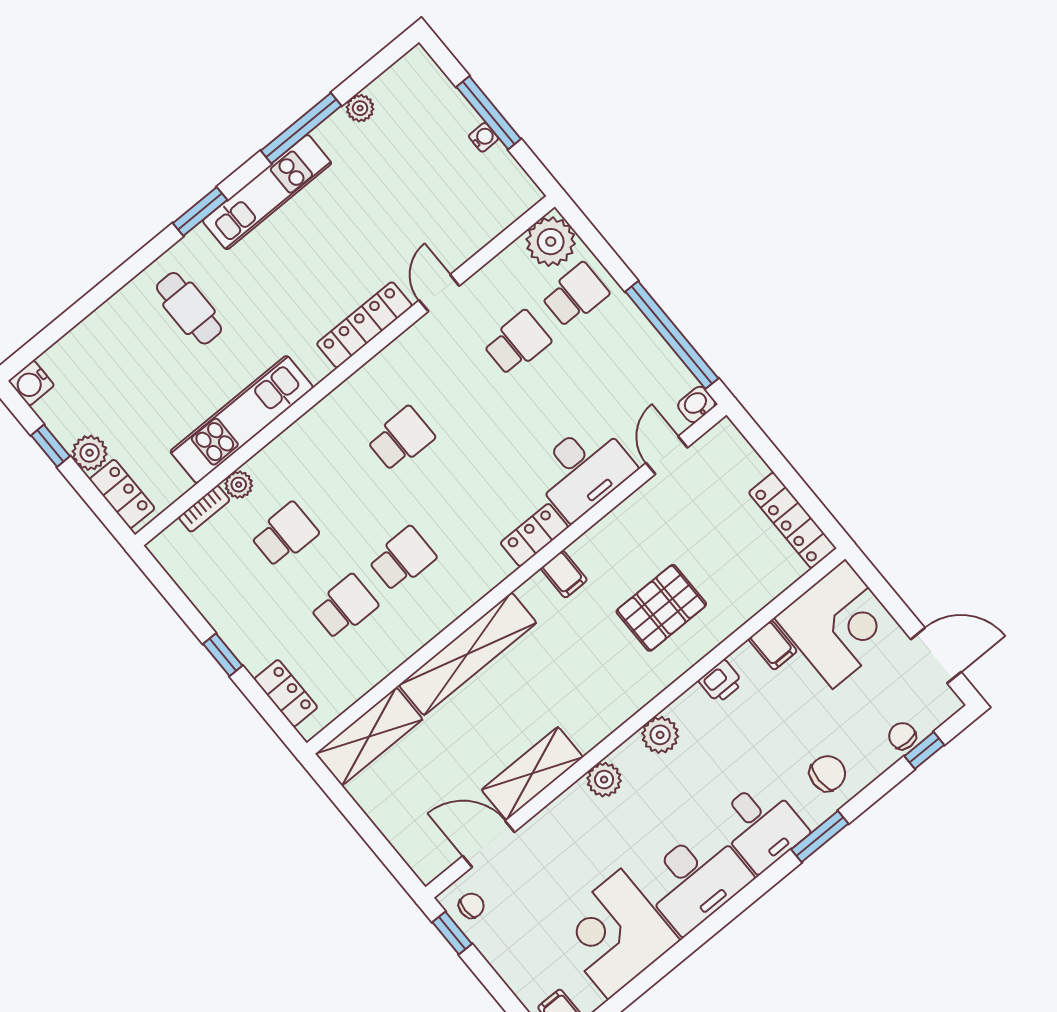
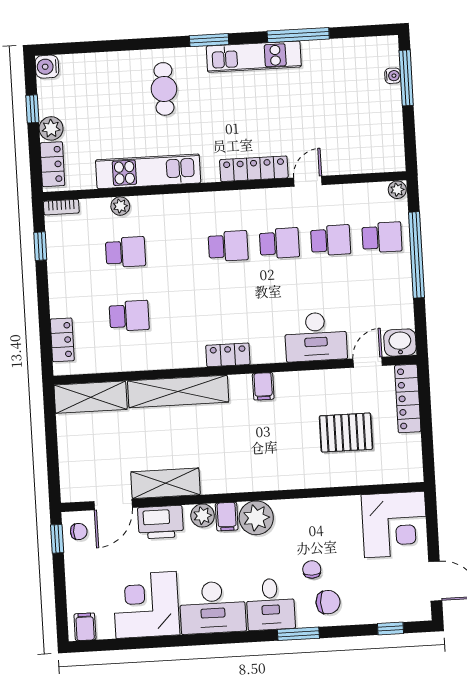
plant: (360, 108) -> (339, 48), removed
window: (489, 113) -> (406, 78), moved
water cooler: (484, 137) -> (393, 76), moved
plant: (551, 242) -> (397, 190), width x0.53, depth x0.53
window: (672, 335) -> (416, 255), moved
washbasin: (697, 404) -> (400, 343), width x1.38, depth x1.45
bookcase: (204, 509) -> (61, 207), moved
locker: (792, 520) -> (408, 399), moved
locker: (534, 535) -> (228, 355), moved
school desk: (402, 559) -> (279, 243), moved
pallet: (661, 608) -> (346, 433), moved
filing cabinet: (773, 645) -> (227, 517), moved
window: (223, 655) -> (40, 246), moved
printer: (721, 682) -> (161, 522), moved, width x1.87, depth x1.48
plant: (660, 735) -> (256, 518), width x1.36, depth x1.36
chair: (902, 736) -> (312, 569), moved
door: (489, 844) -> (113, 504), swing flipped

